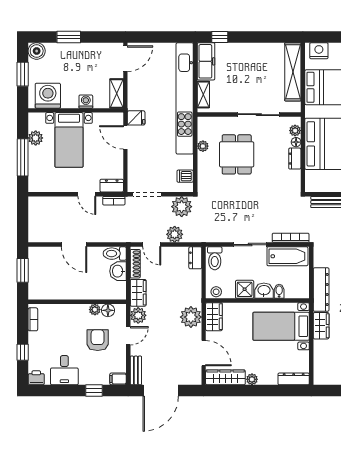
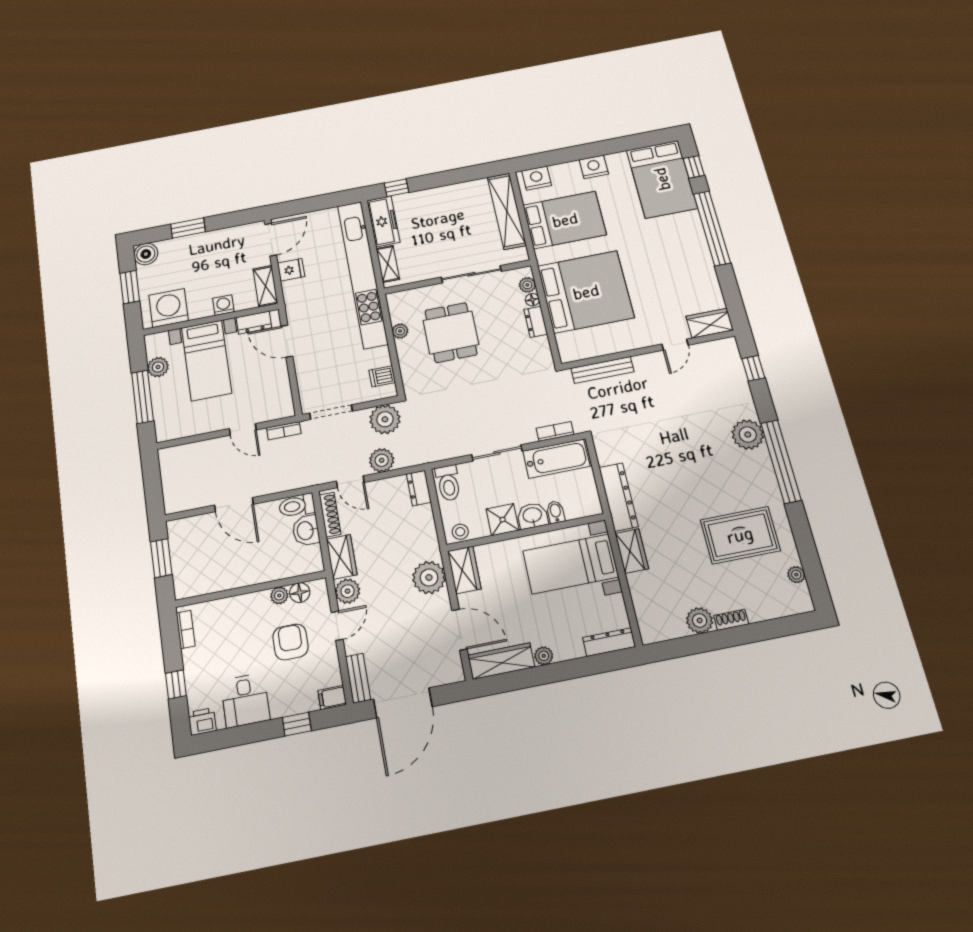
fridge: (136, 118) -> (291, 270), moved
dresser: (112, 186) -> (254, 323), moved, turned 180
bookcase: (291, 238) -> (555, 431), width x0.64

